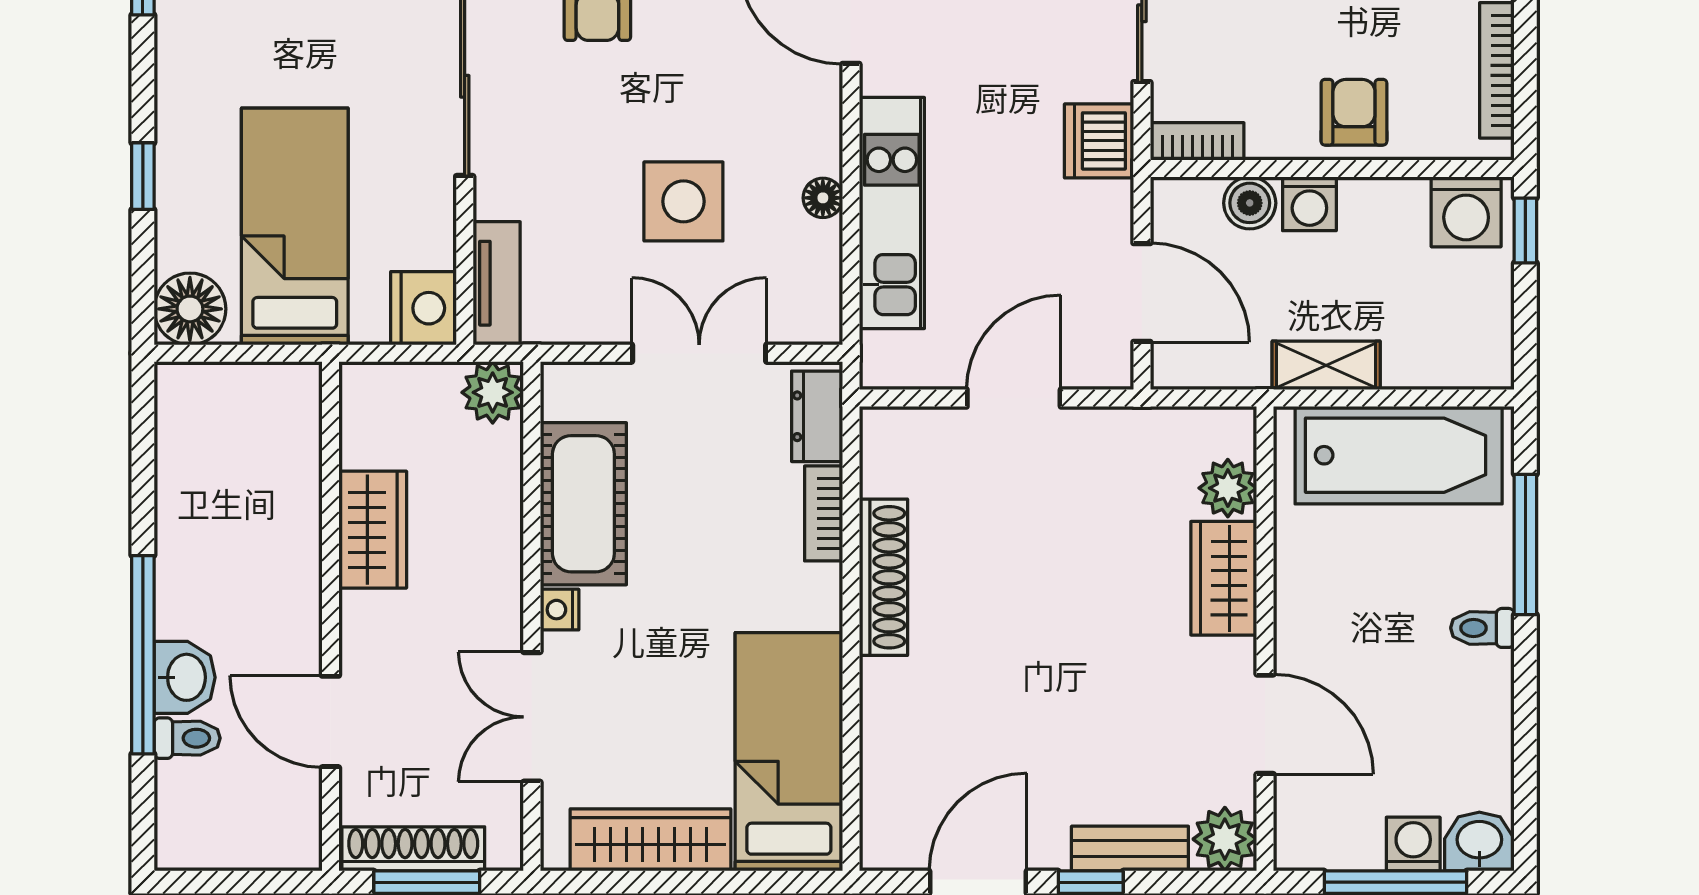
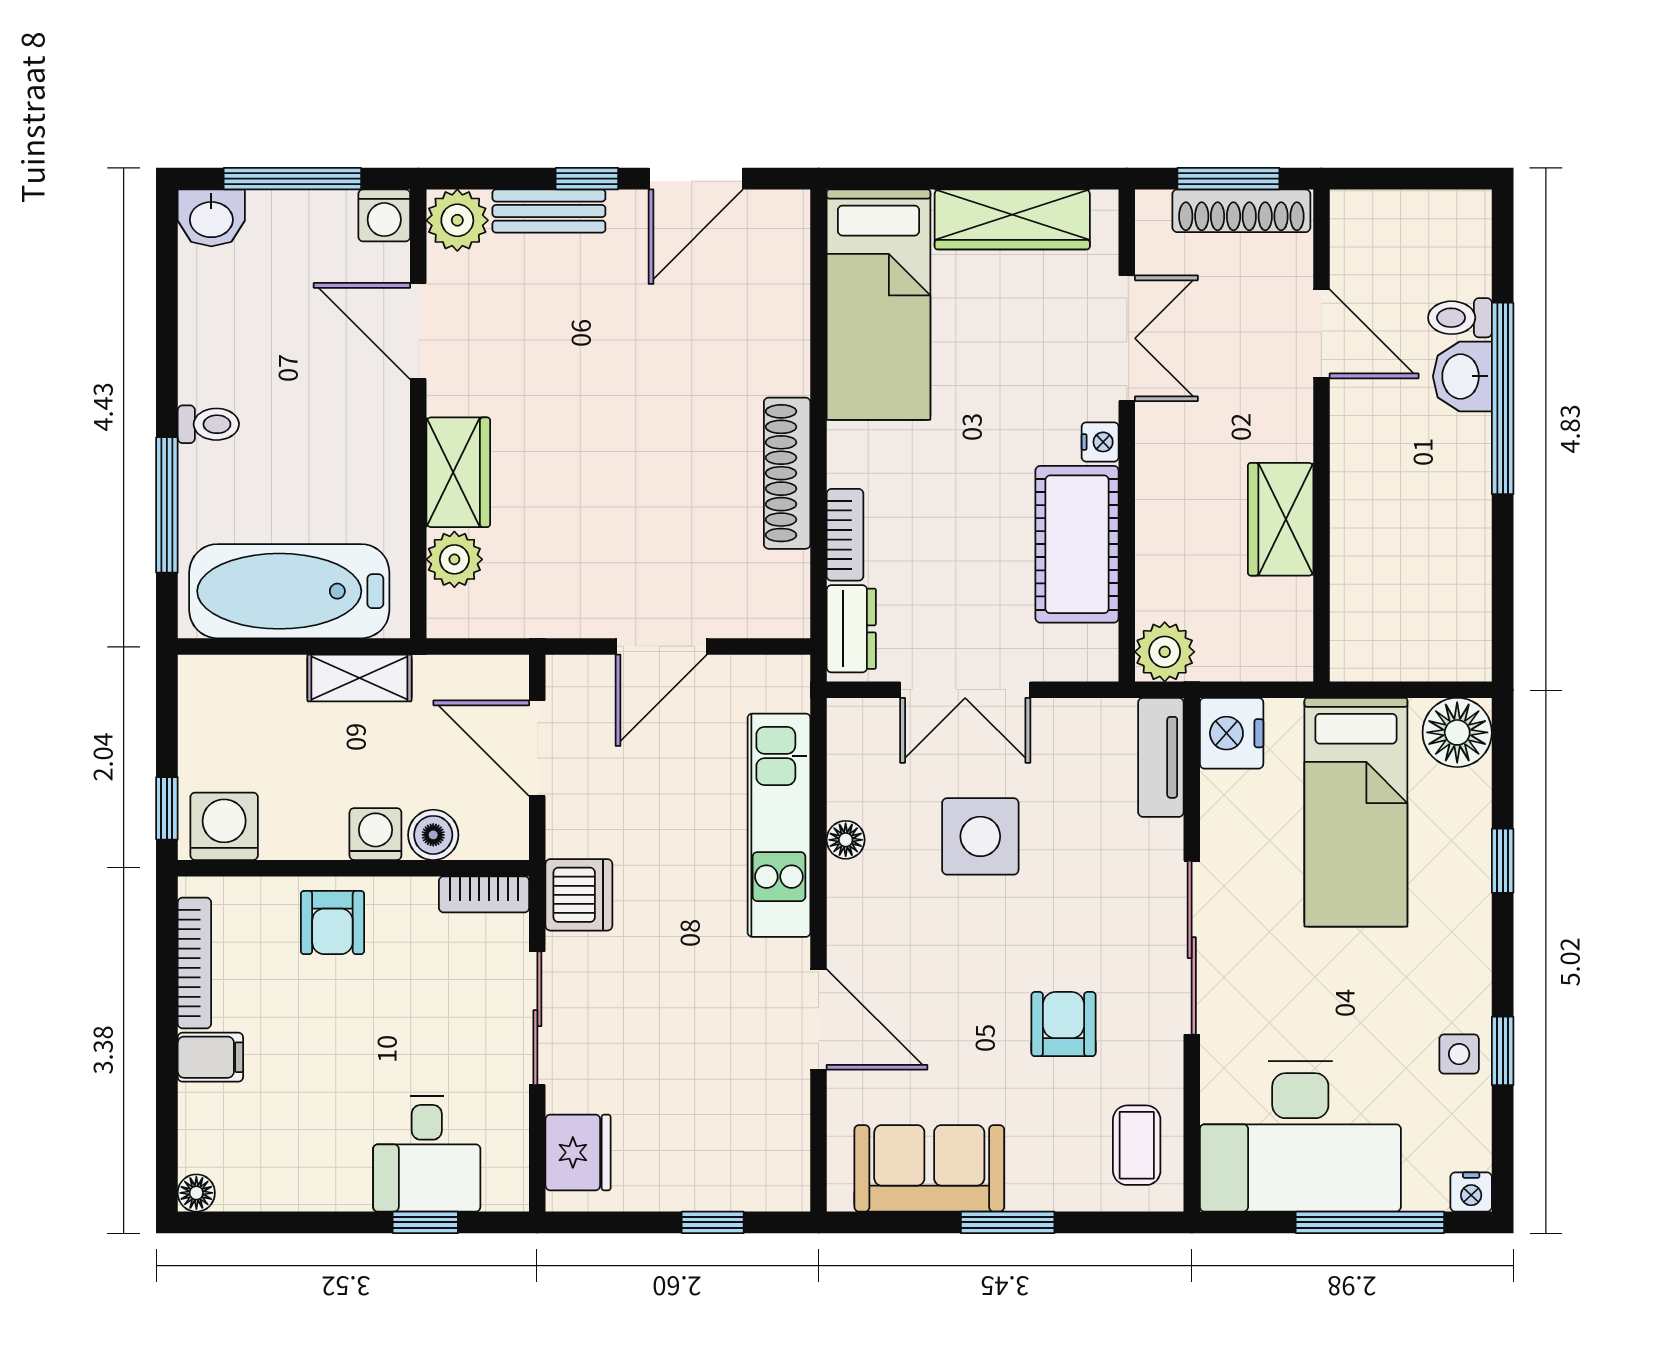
washing machine: (1413, 844) -> (384, 215), moved

